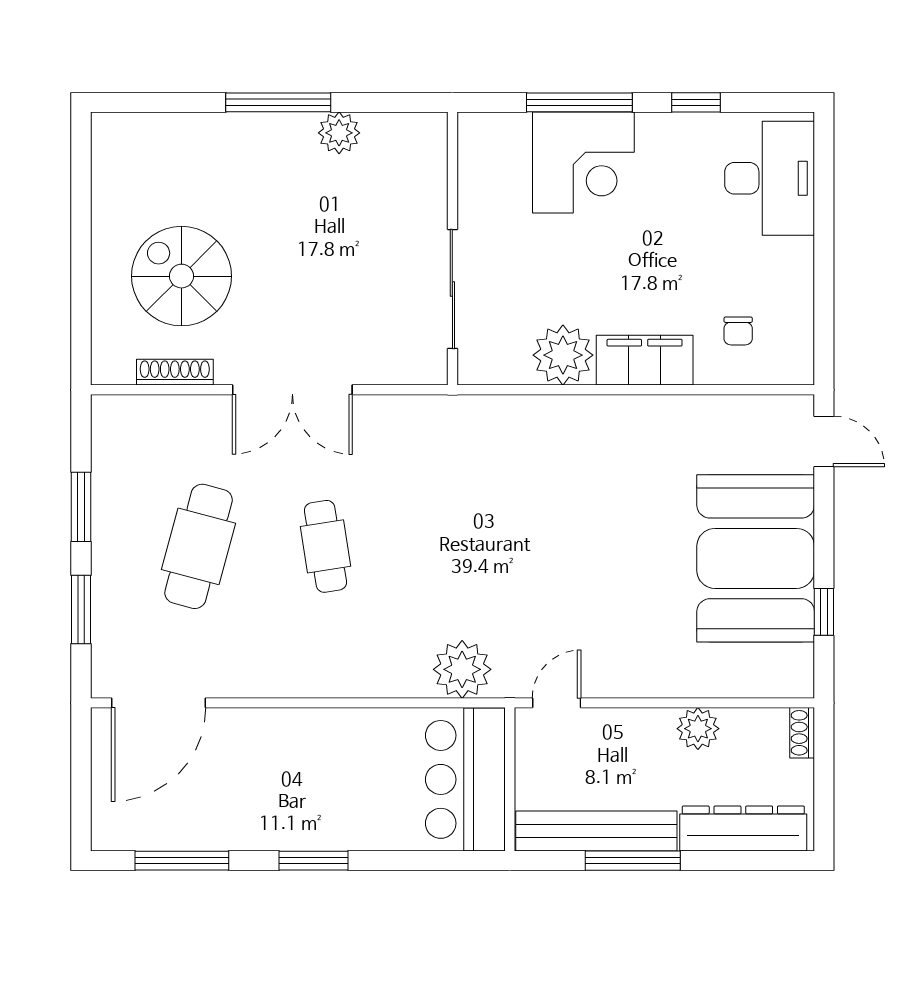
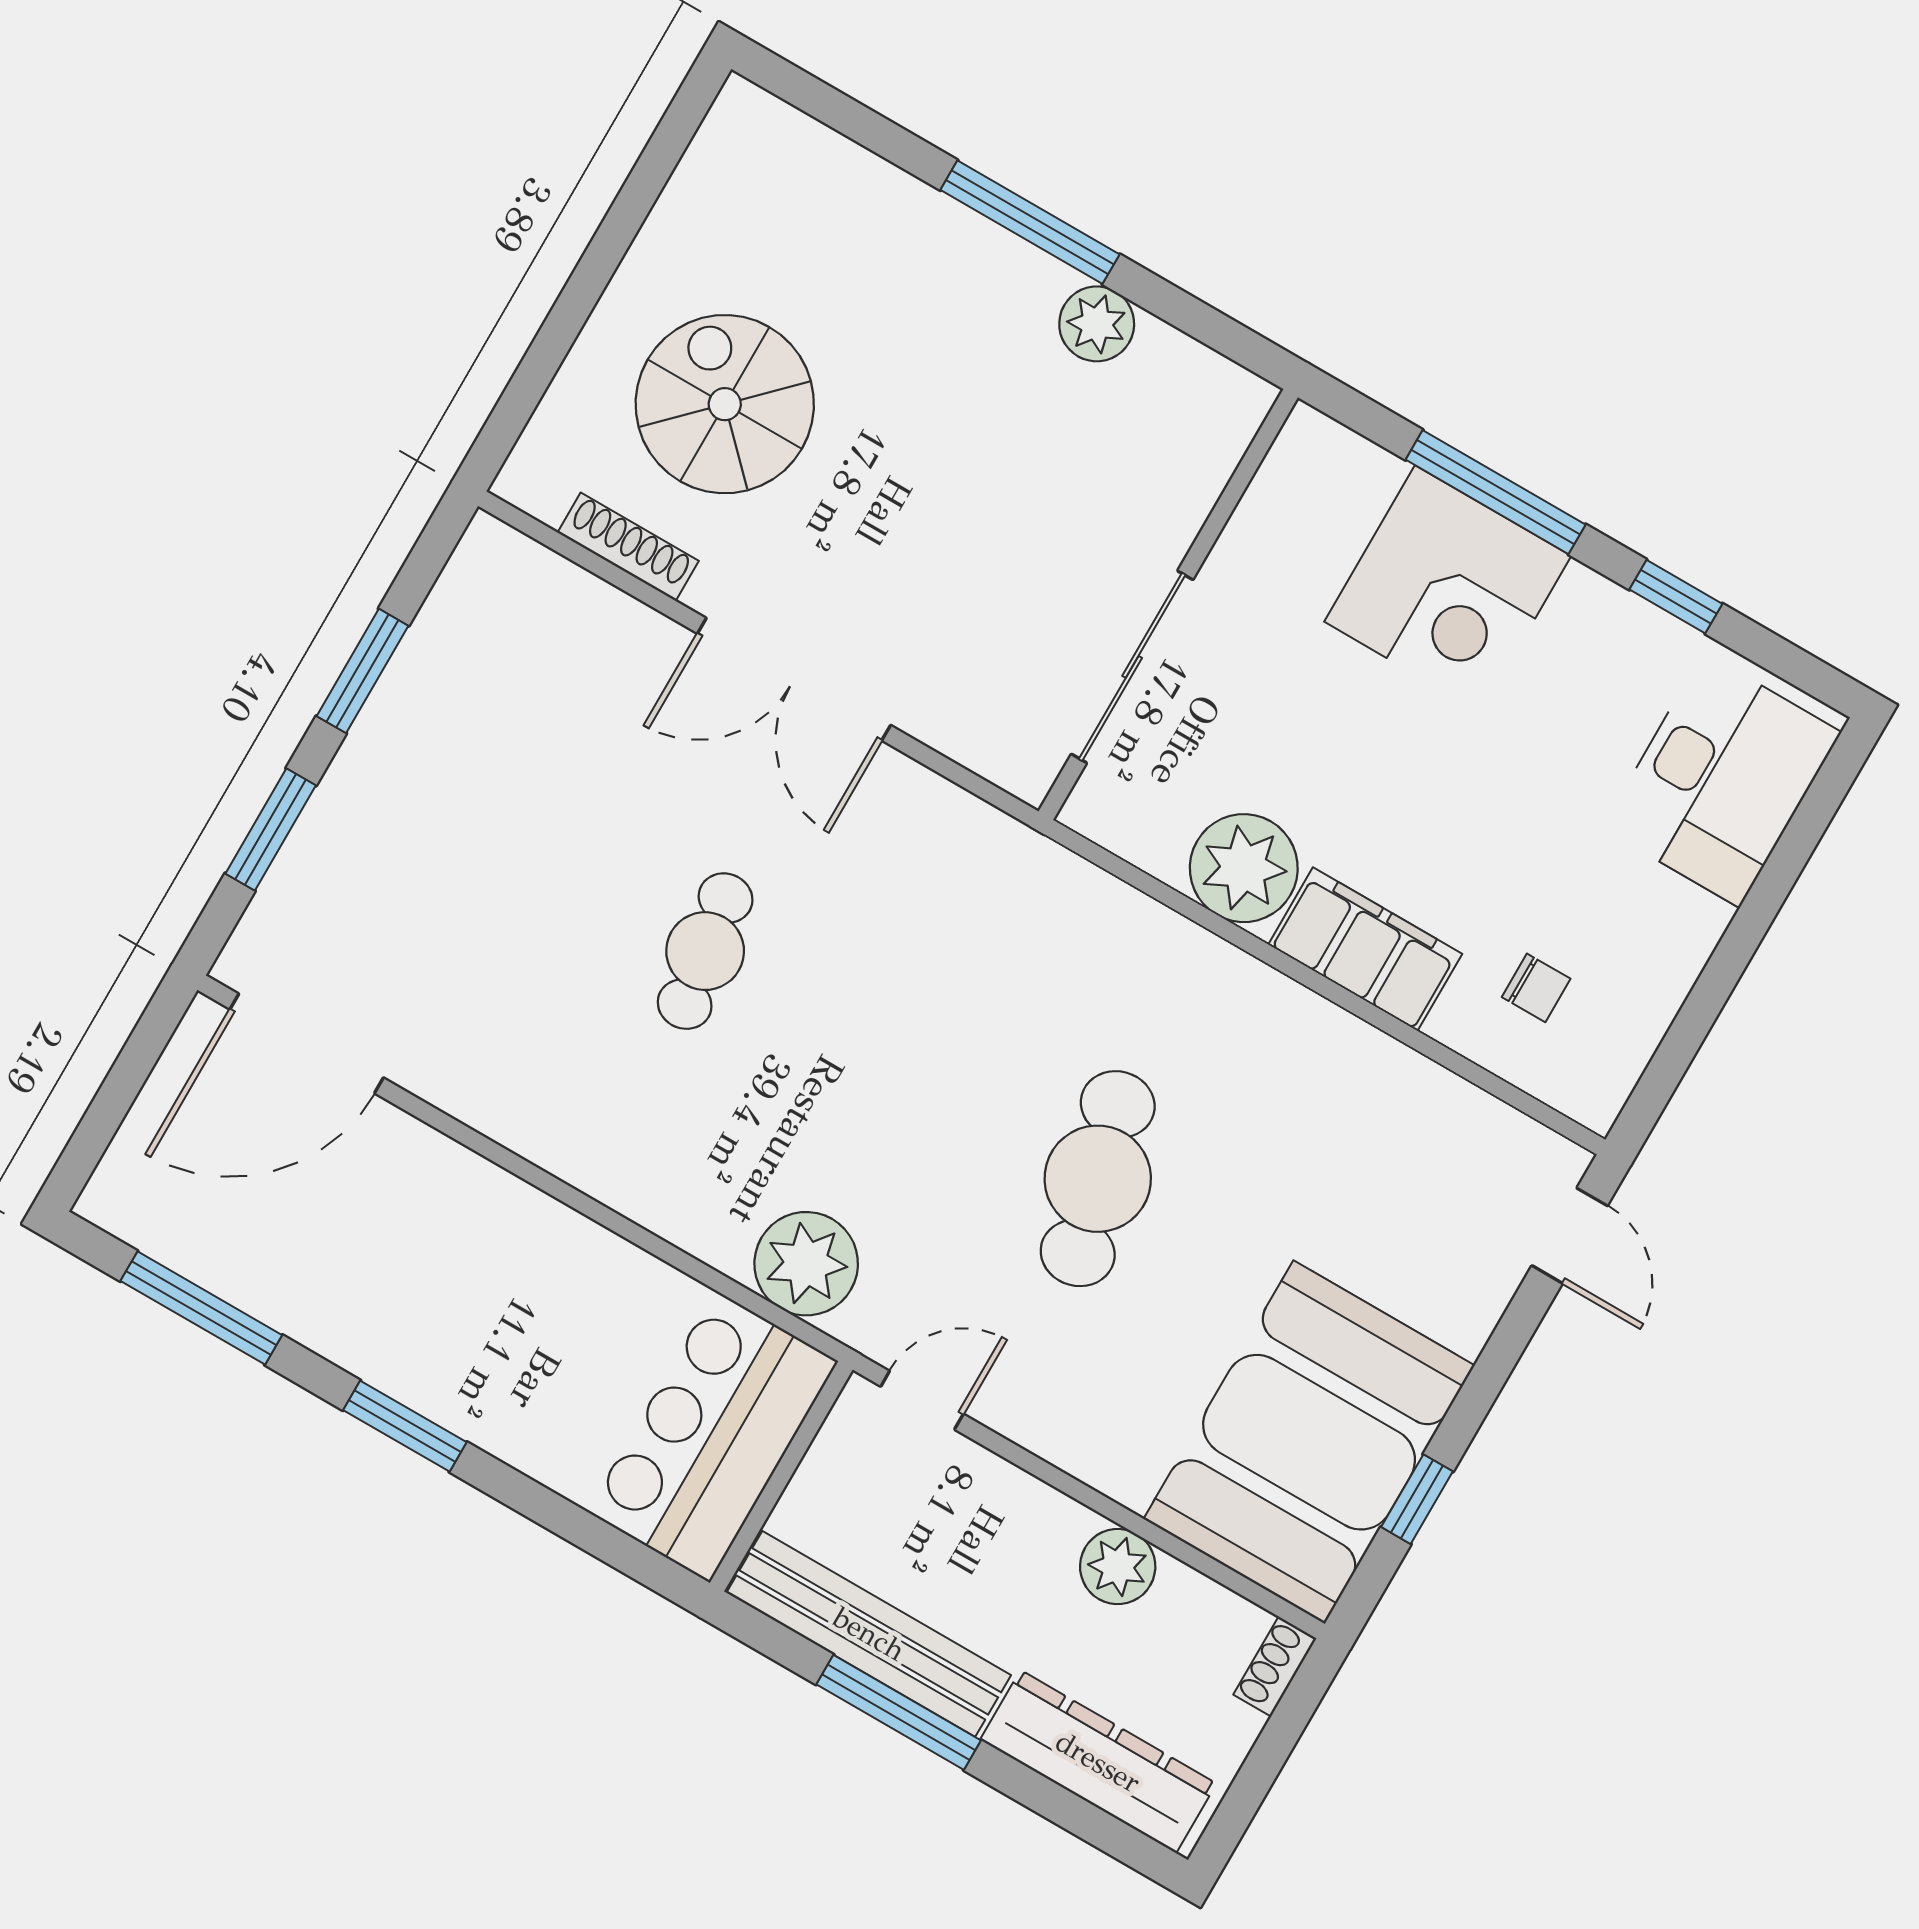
chair: (738, 331) -> (1536, 988), turned -90
cafe table: (199, 546) -> (1098, 1179), moved, turned -30
booth: (756, 558) -> (1309, 1442), moved

